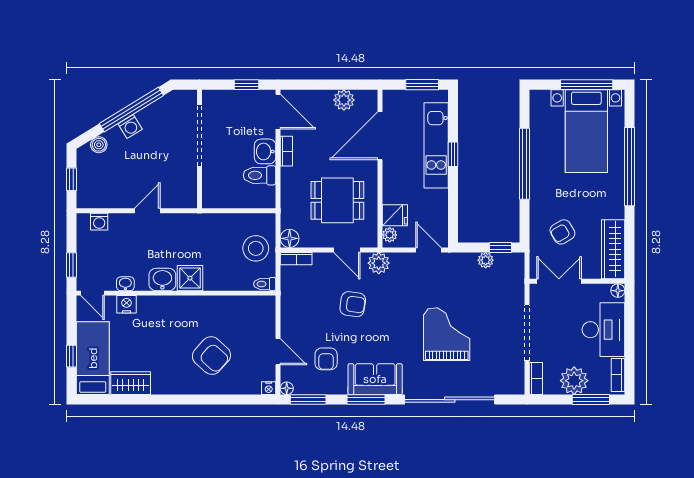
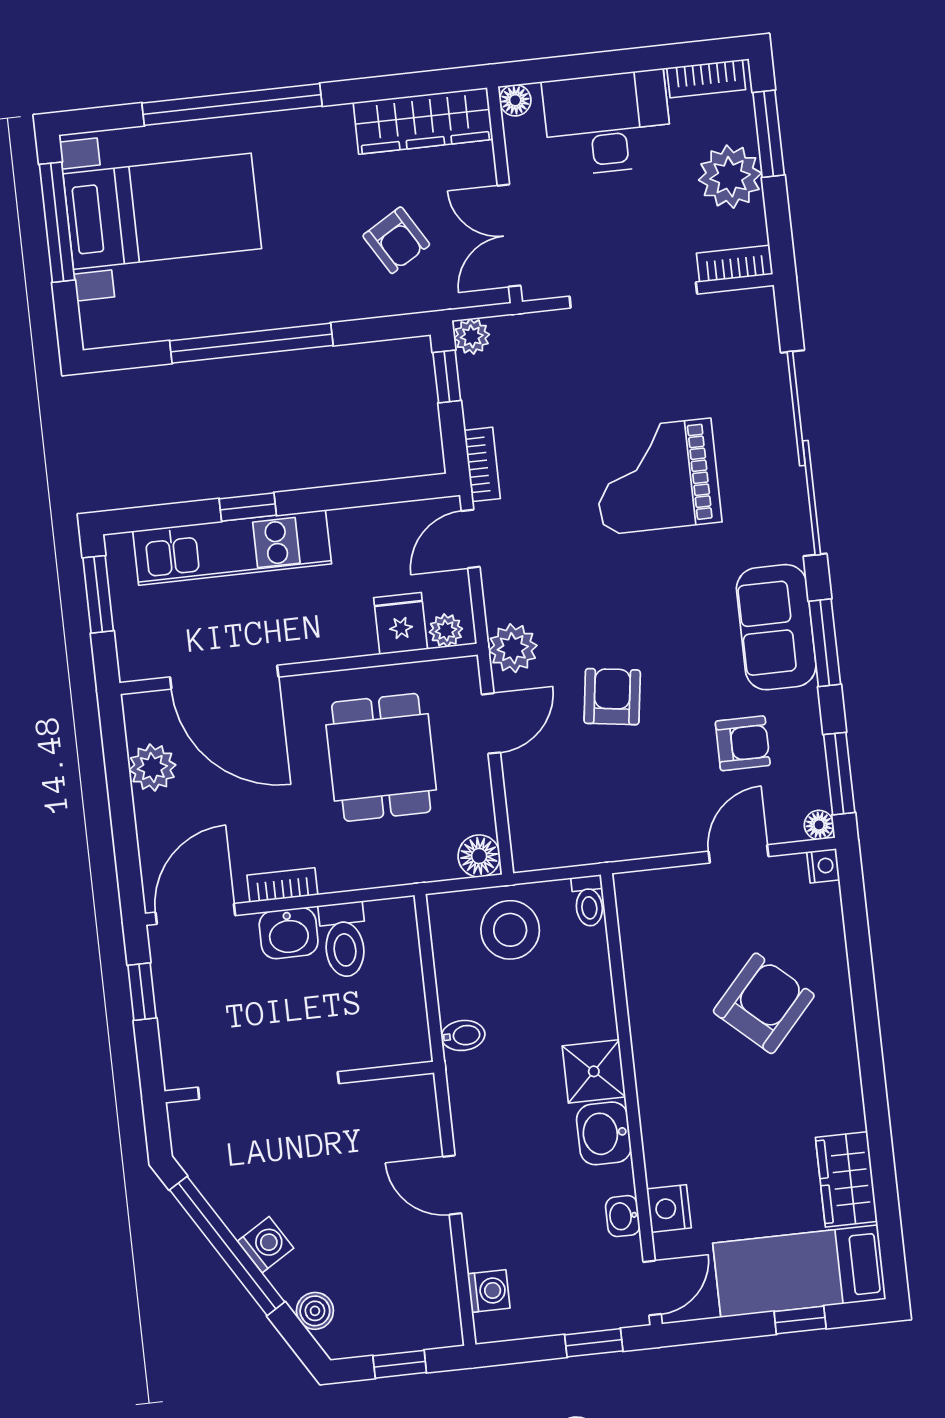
bidet: (212, 223) -> (463, 1035), added
bookcase: (296, 259) -> (482, 464), moved
plant: (486, 260) -> (472, 336), moved

